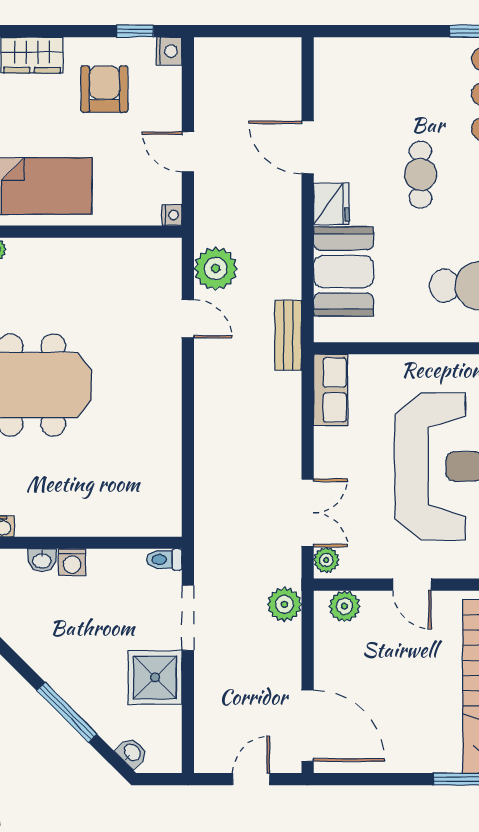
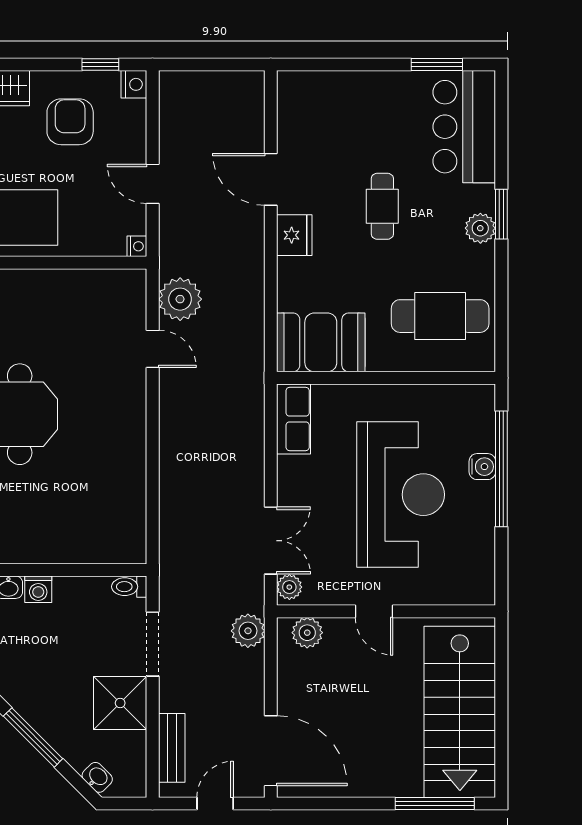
booth: (343, 272) -> (321, 342), moved, turned 90
bench: (288, 335) -> (172, 748), moved

